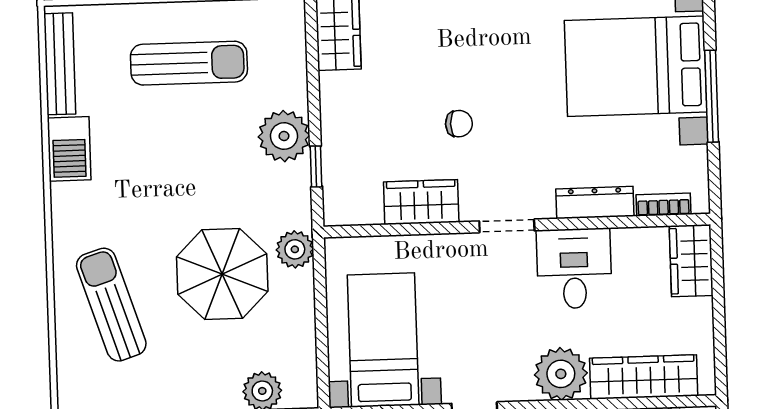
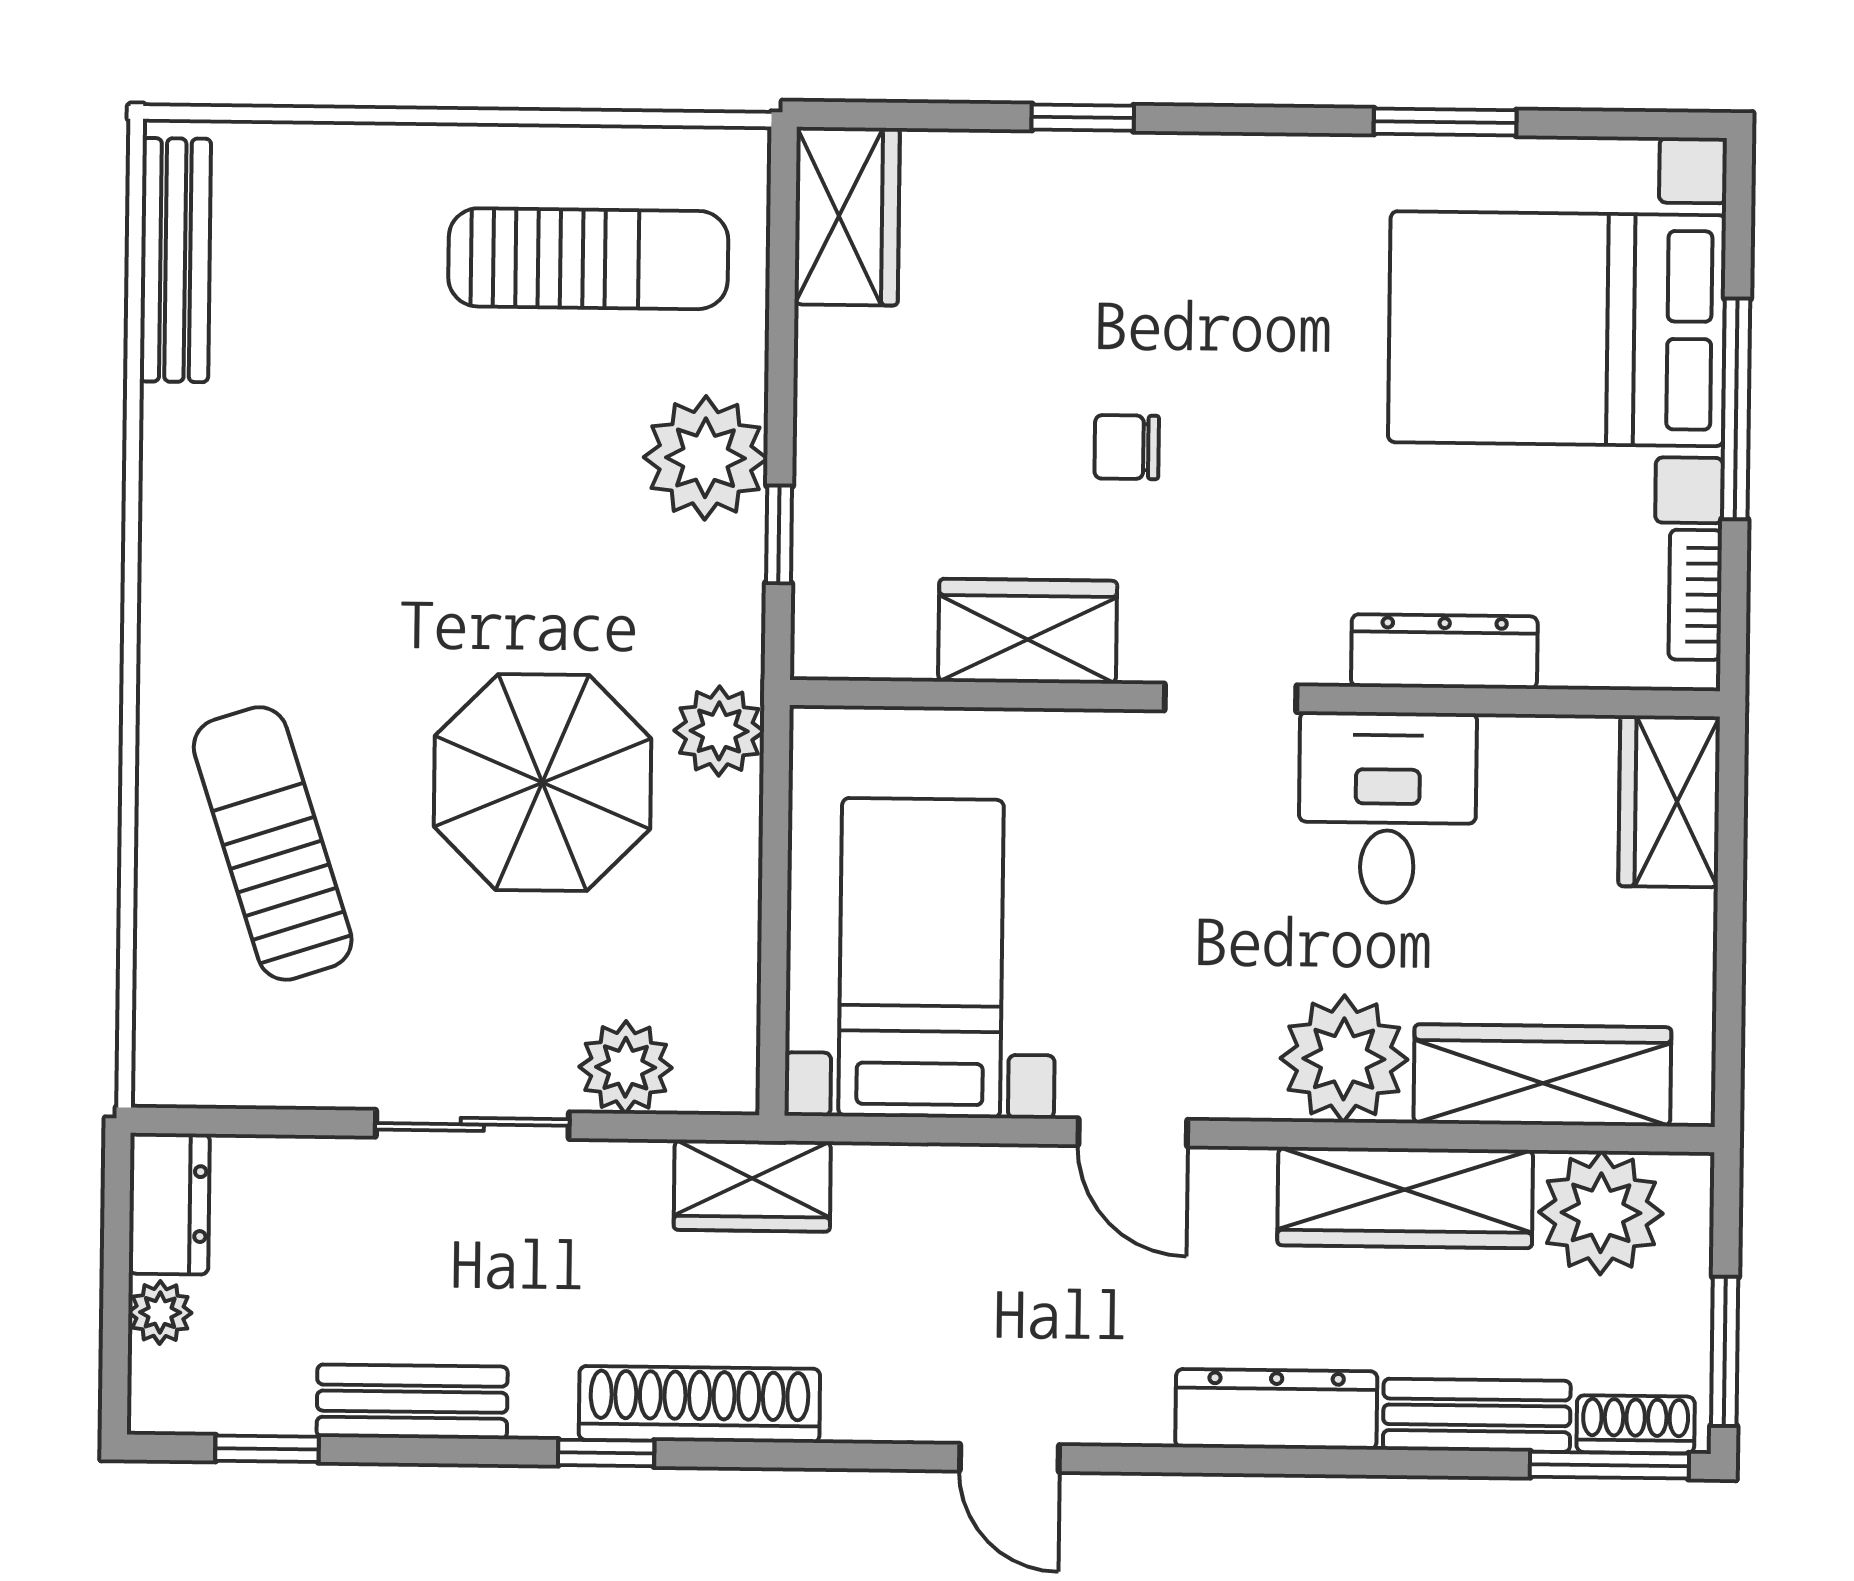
sun lounger: (189, 63) -> (588, 259), moved
chair: (459, 124) -> (1127, 447), turned 180
barbecue: (69, 149) -> (189, 465), removed
bookcase: (663, 205) -> (1695, 595), moved, turned -90

